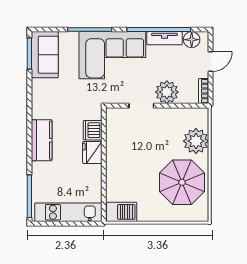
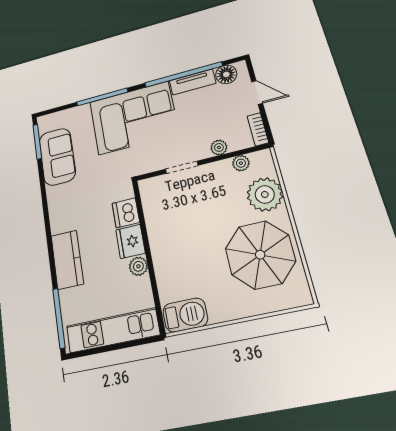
sofa: (45, 55) -> (57, 157), moved
door: (211, 62) -> (257, 92), hinge flipped
plant: (167, 92) -> (219, 147), width x0.53, depth x0.53
plant: (185, 114) -> (241, 163), added
kitchen counter: (42, 140) -> (67, 260), moved
plant: (95, 172) -> (138, 266), added

